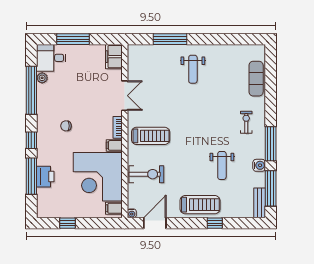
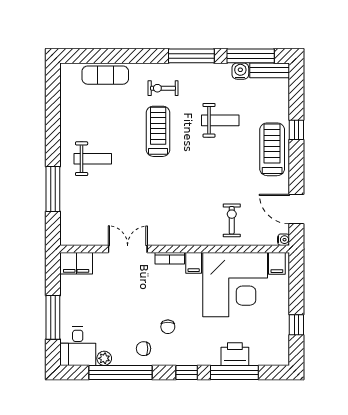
chair: (49, 108) -> (143, 349), added
treadmill: (151, 136) -> (158, 131), moved
water cooler: (259, 165) -> (240, 71), moved
exercise bike: (146, 174) -> (232, 220), width x0.73, depth x0.72

